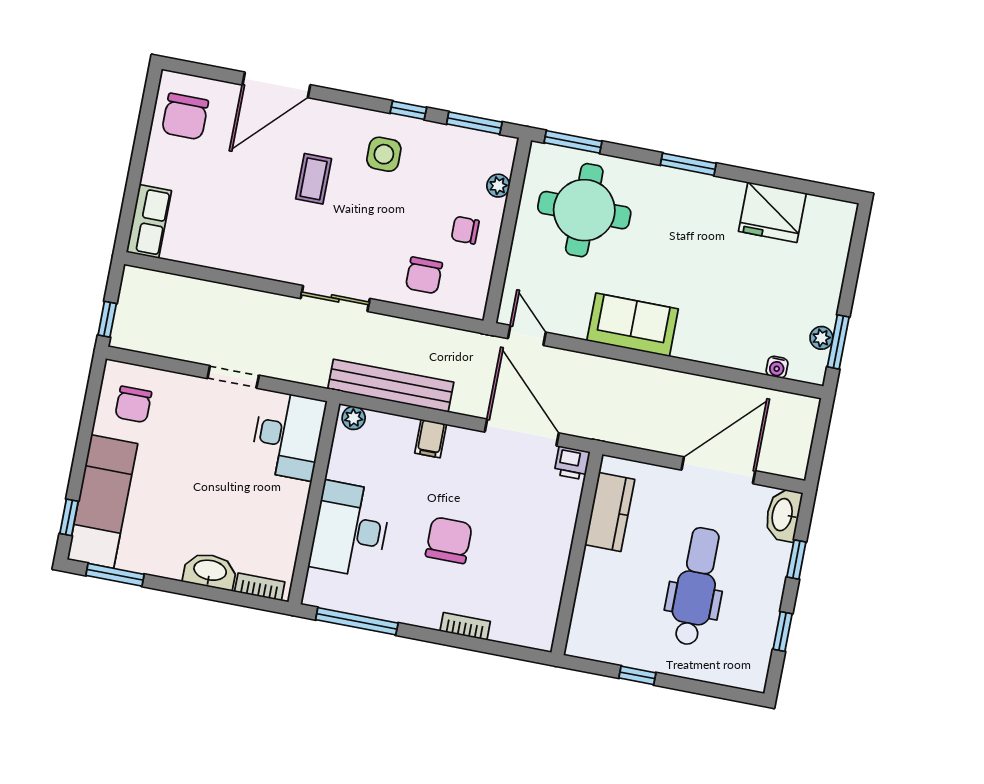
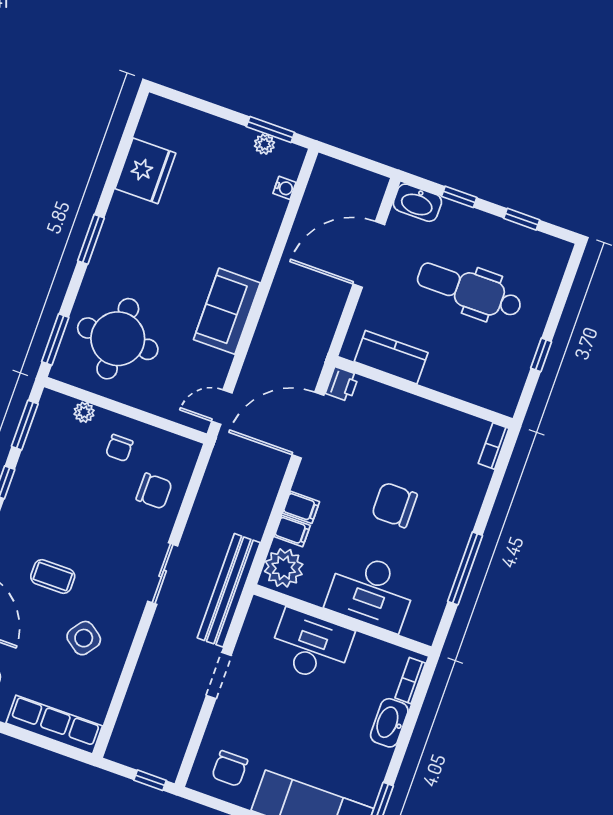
side table: (384, 154) -> (84, 638), moved, turned 36
row of seats: (149, 221) -> (54, 725), width x1.48
bench: (391, 386) -> (229, 590), moved
chair: (133, 404) -> (230, 769), turned 90
plant: (354, 418) -> (284, 568), width x1.88, depth x1.88
filing cabinet: (403, 433) -> (292, 531), added
desk: (288, 435) -> (311, 646), moved
door: (718, 470) -> (369, 254), hinge flipped
window: (357, 621) -> (465, 568), moved
bookcase: (465, 626) -> (494, 446), moved

